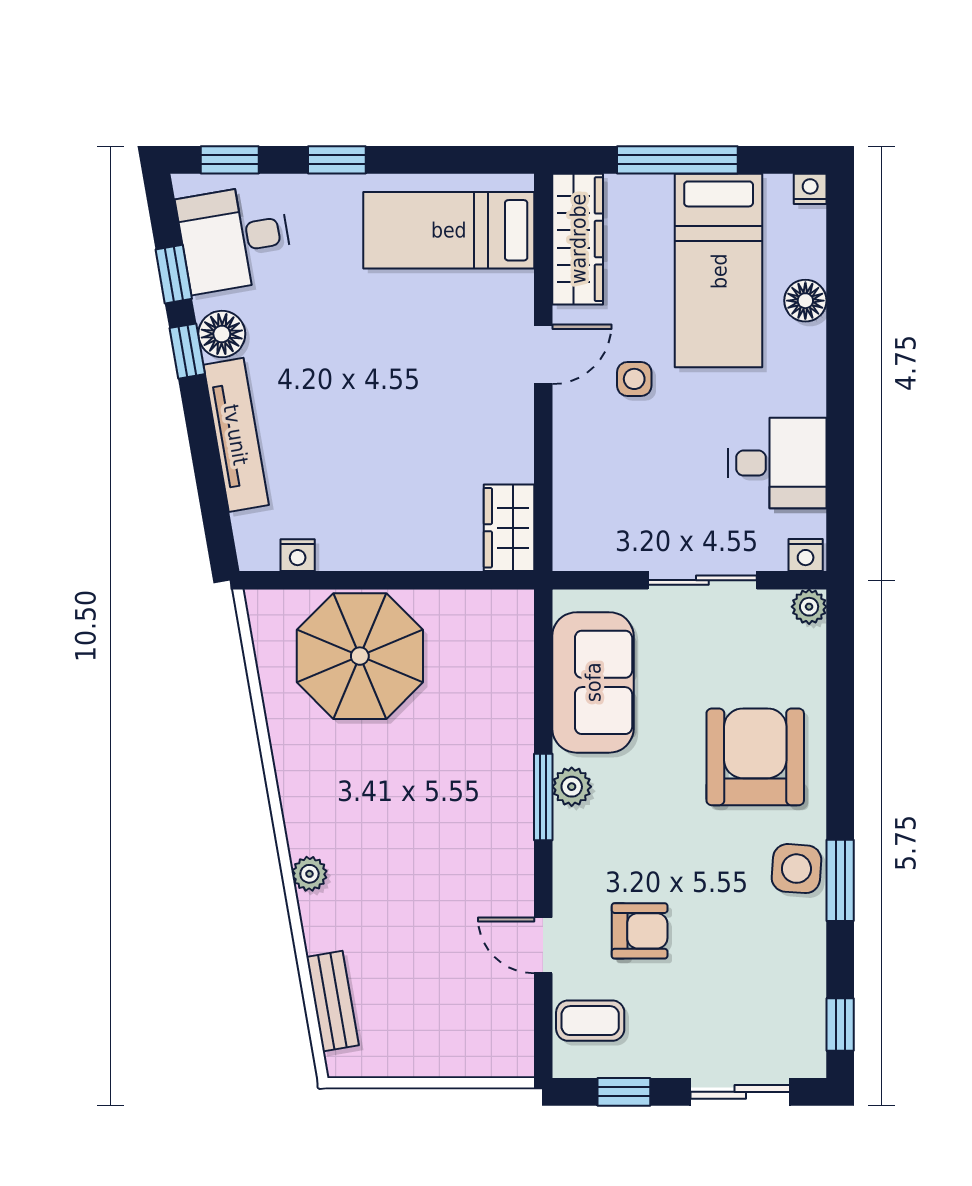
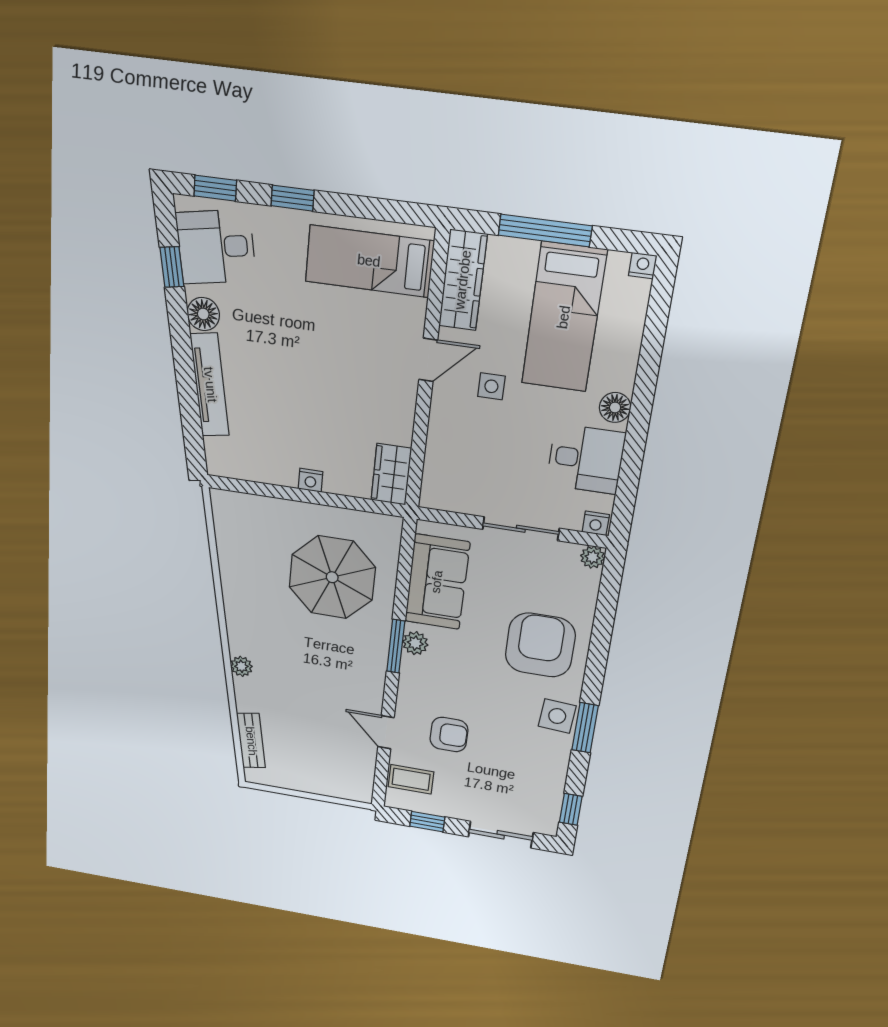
floor lamp: (805, 301) -> (615, 407), moved
window: (187, 351) -> (179, 323), removed
nightstand: (298, 555) -> (310, 480), moved
parasol: (360, 656) -> (332, 577), moved

